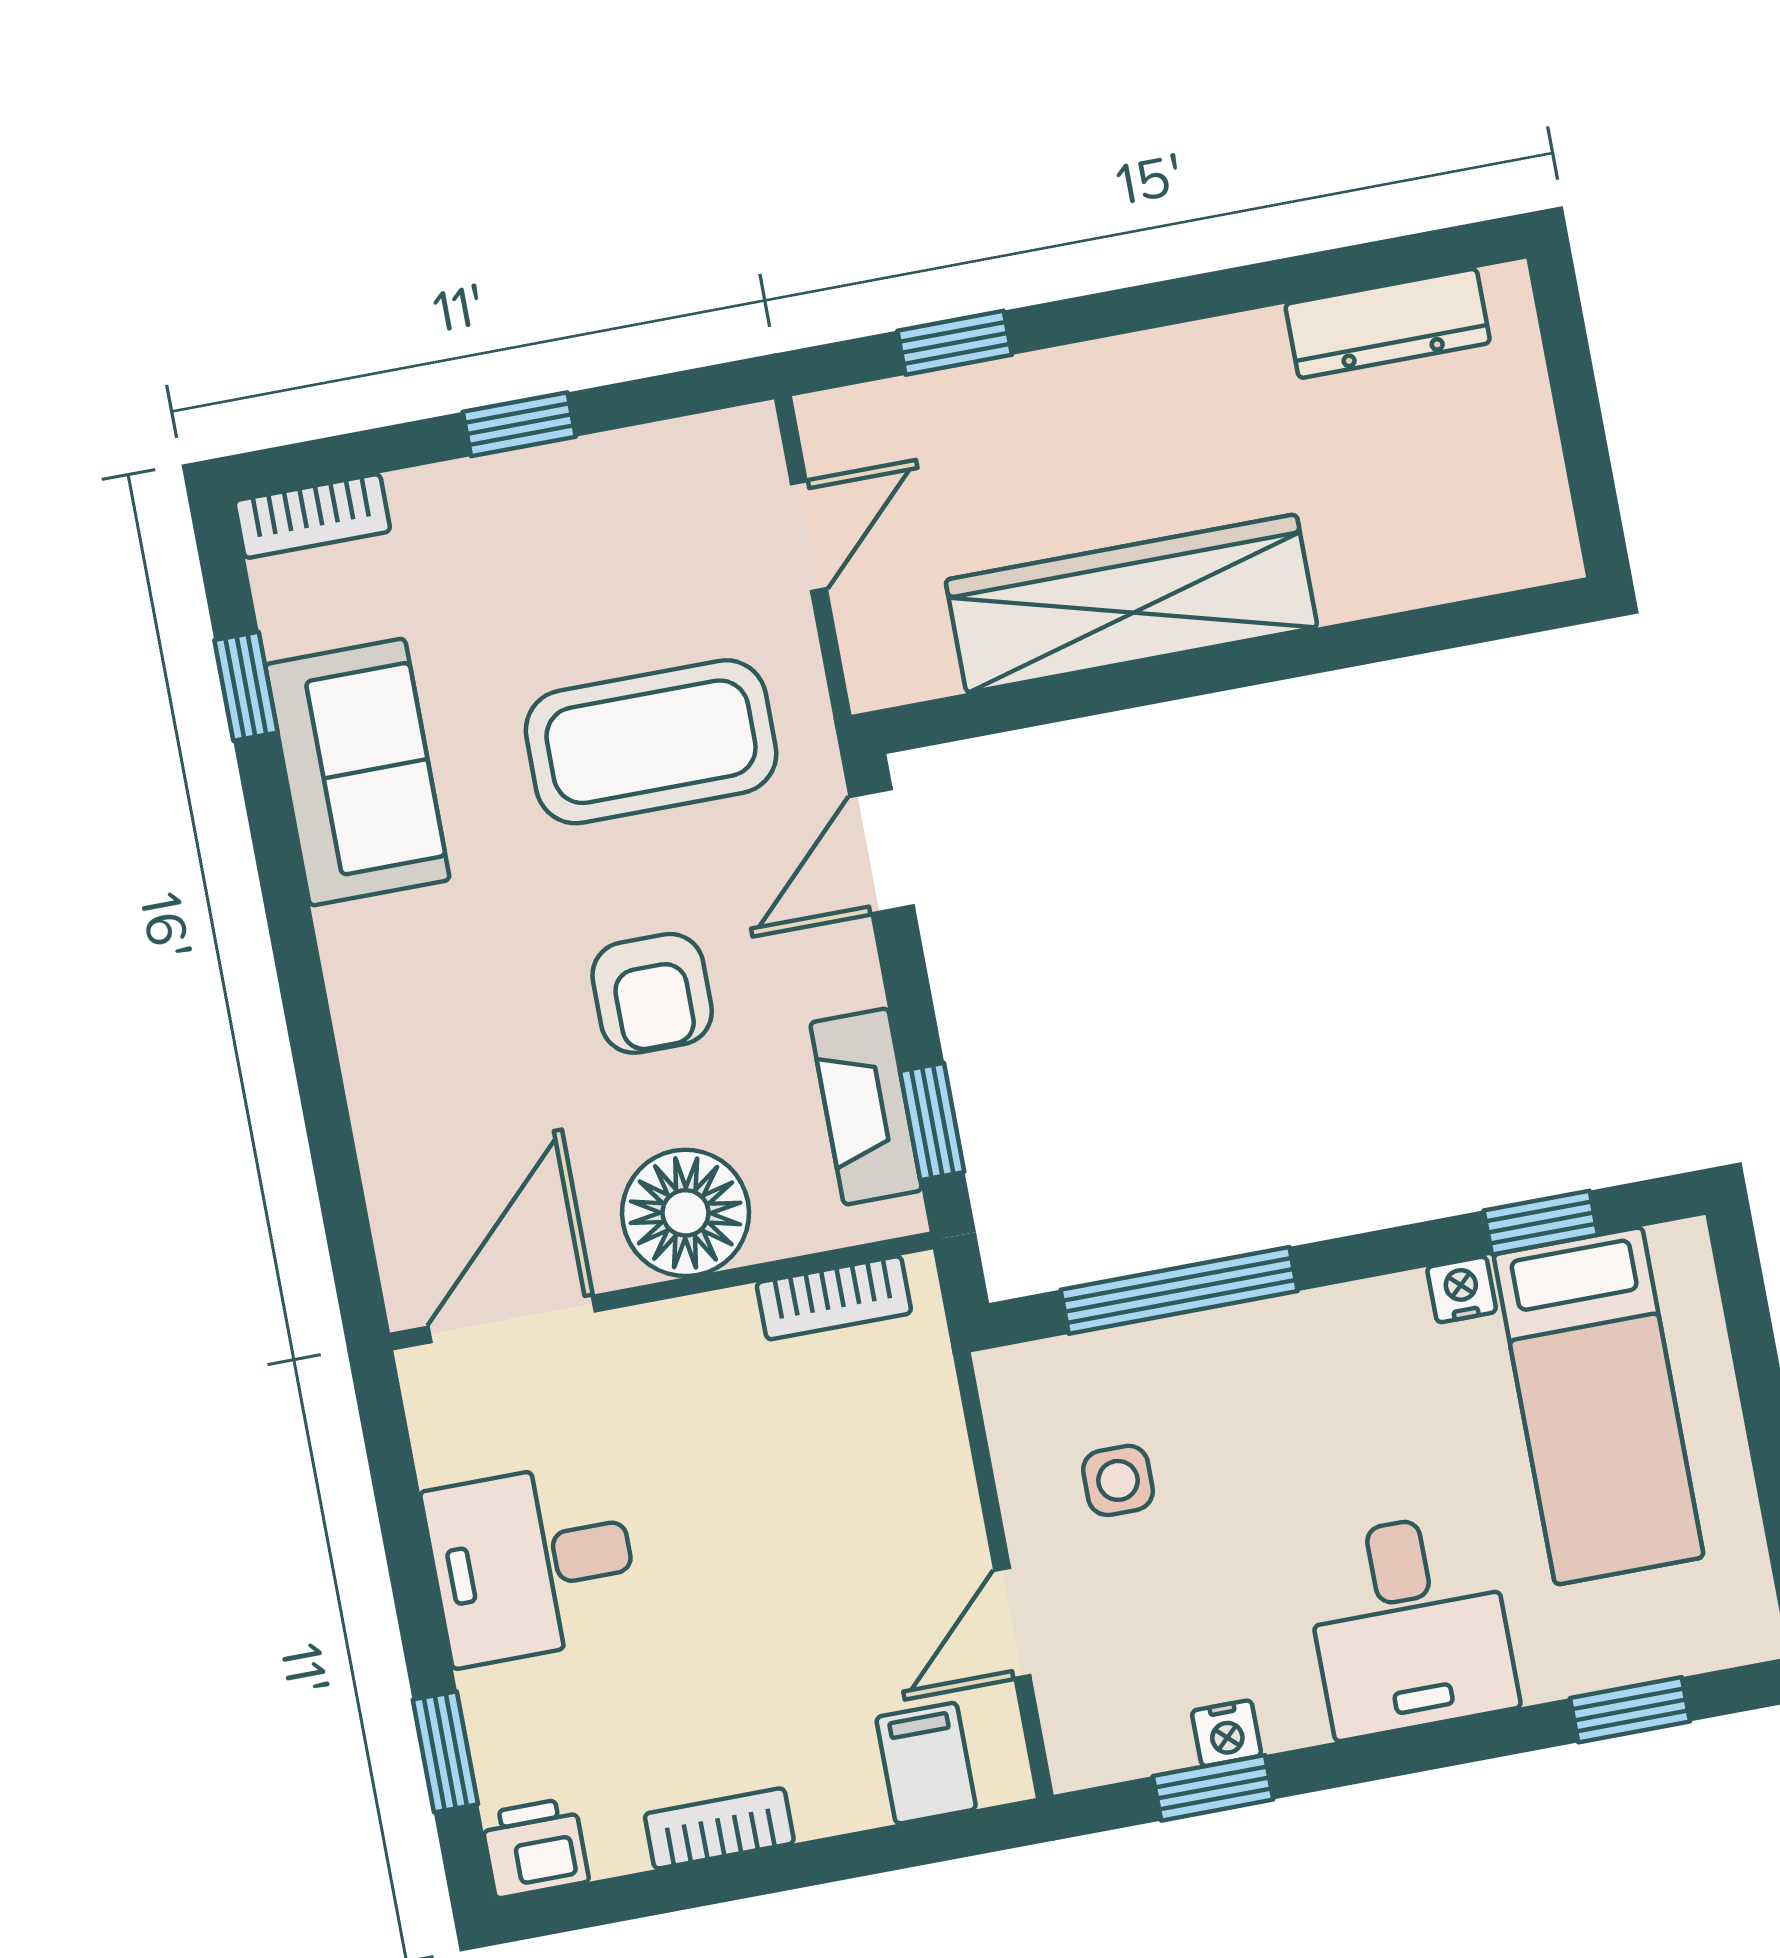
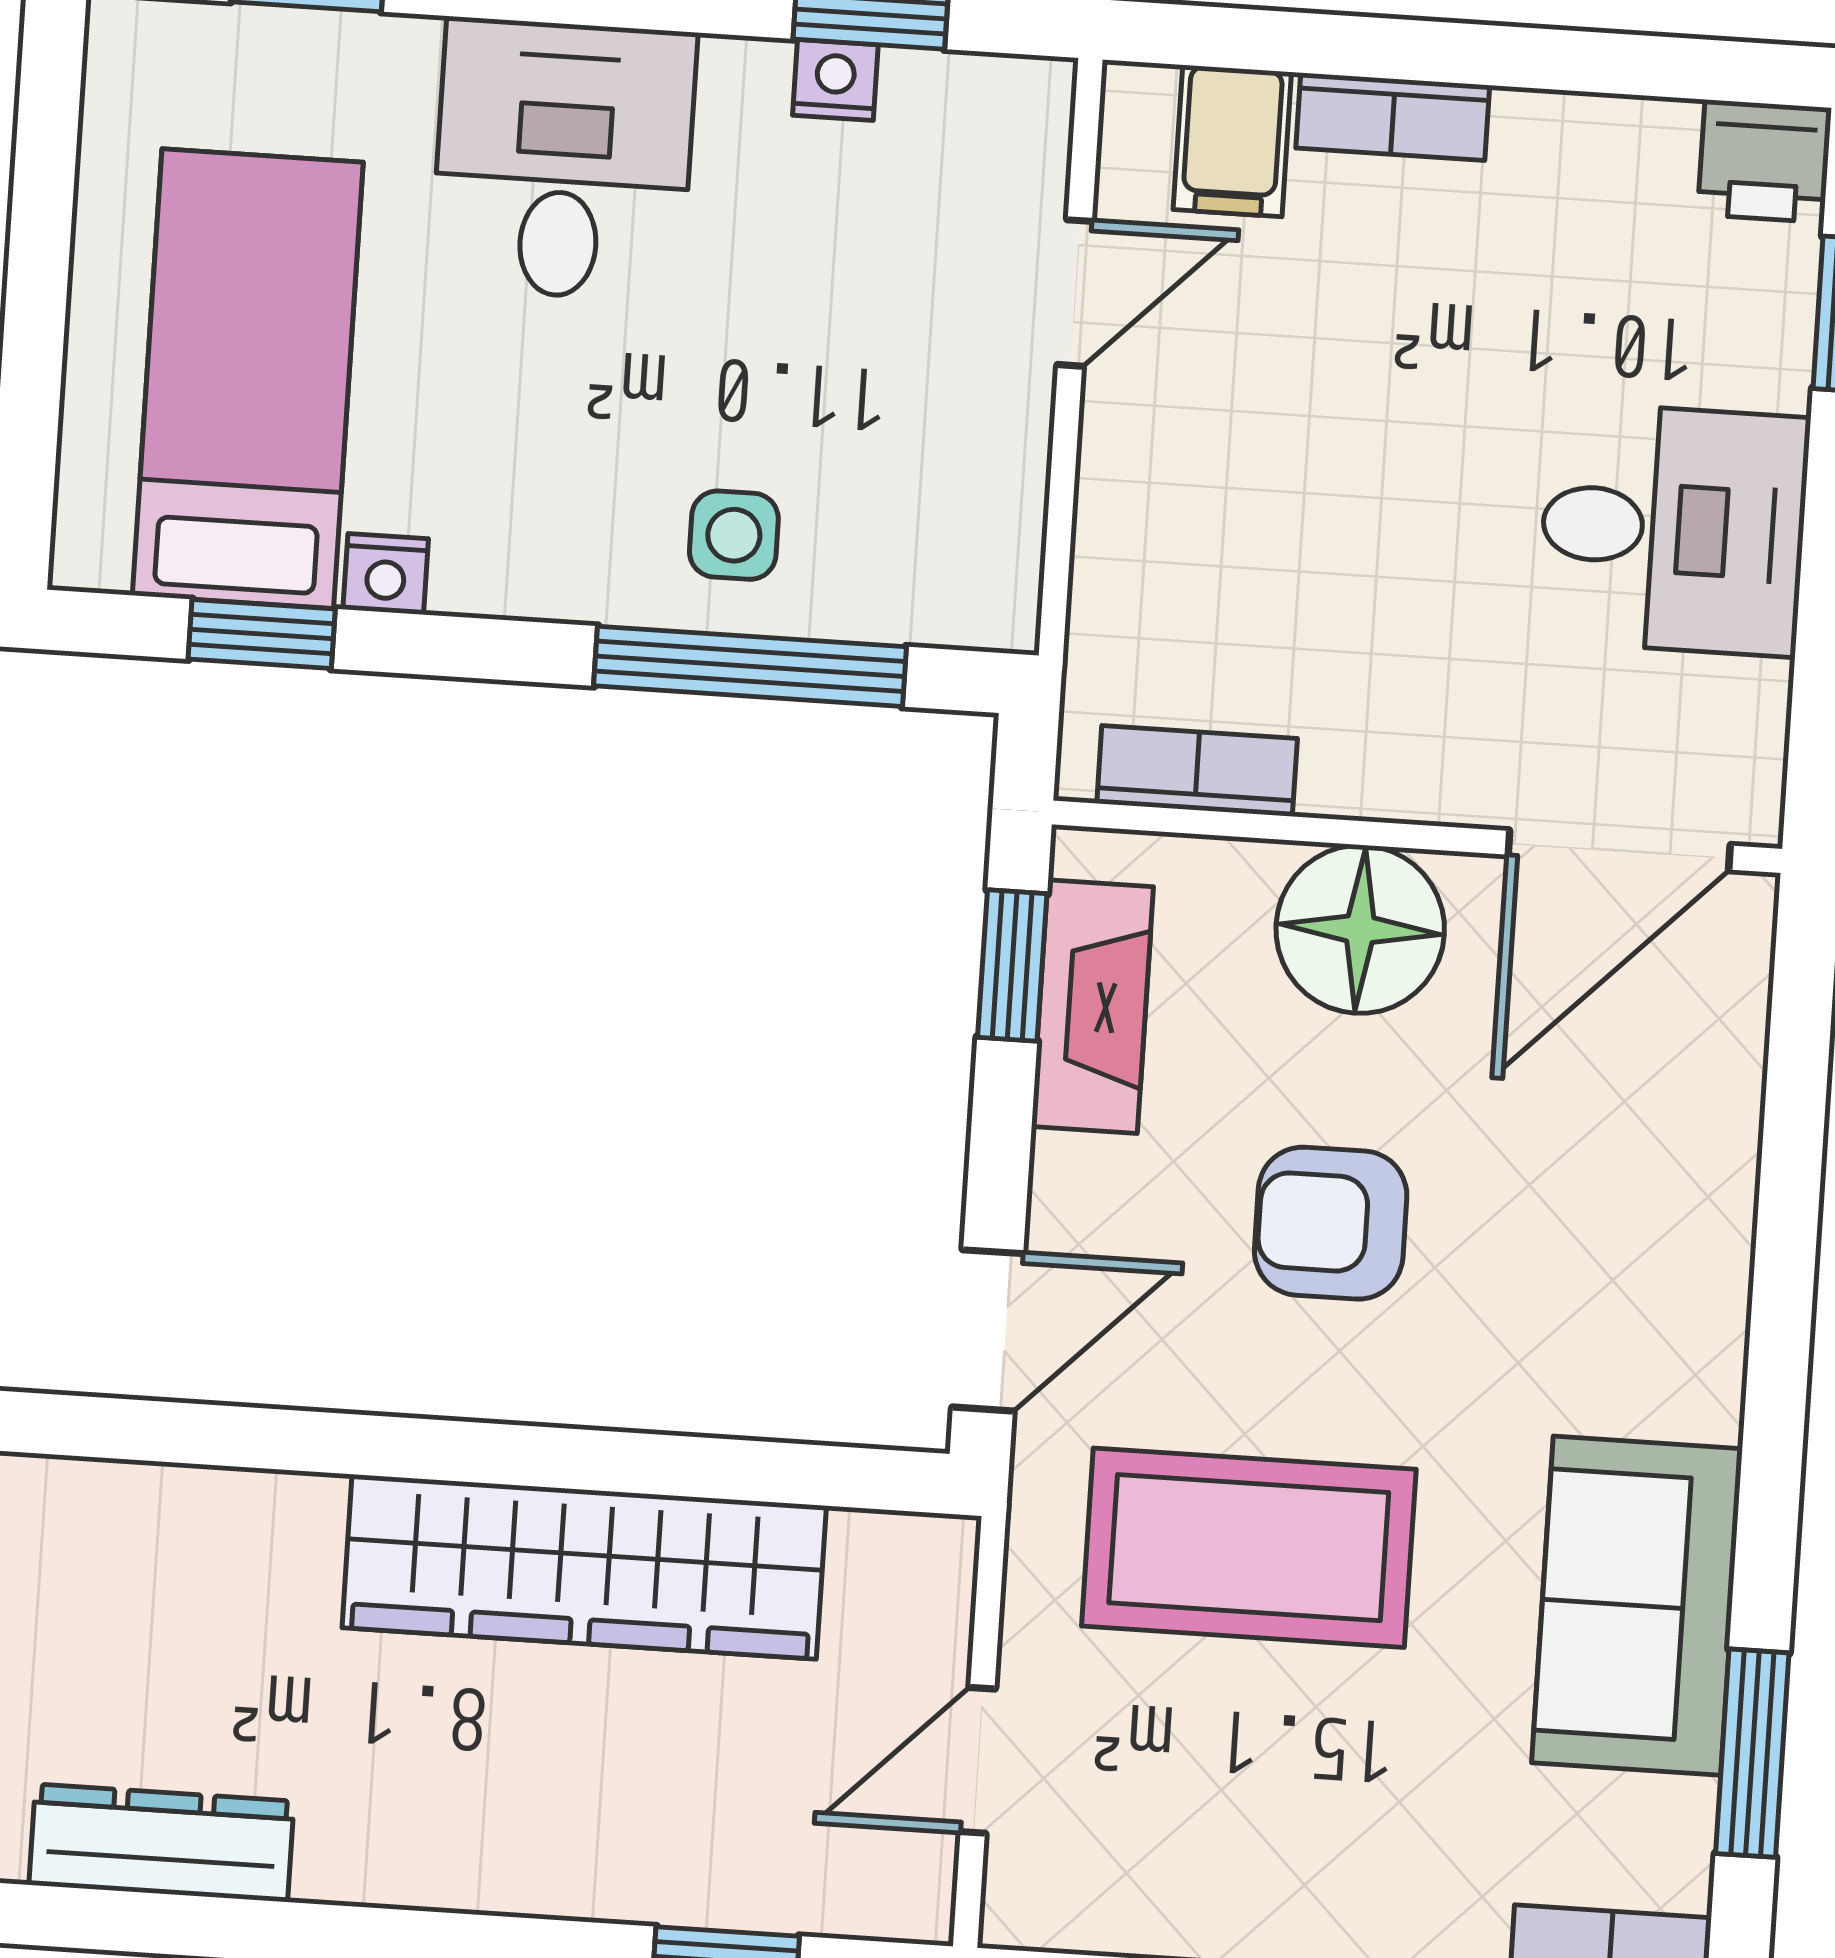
window: (246, 686) -> (1752, 1753), width x1.50
armchair: (652, 993) -> (1331, 1223), turned -90
side table: (1118, 1480) -> (734, 535), moved
bookcase: (719, 1828) -> (1393, 117), moved

